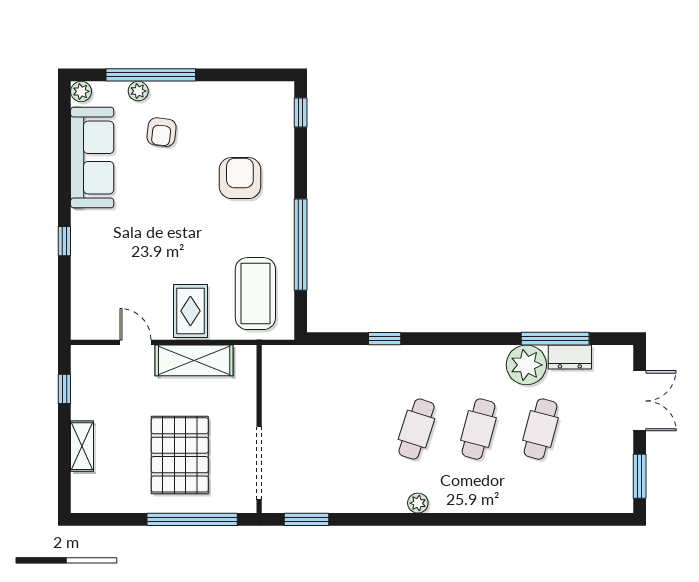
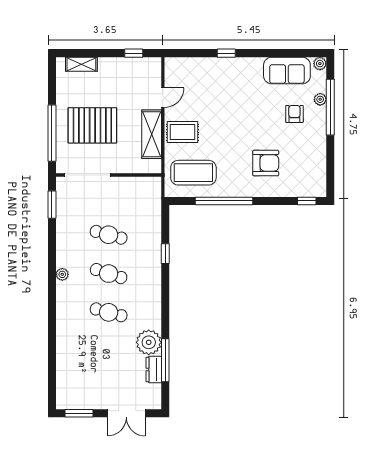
armchair: (162, 132) -> (294, 114), turned 83
sofa: (92, 158) -> (287, 71), width x0.73
cafe table: (541, 429) -> (109, 235), moved
shelving: (82, 446) -> (81, 64), moved

